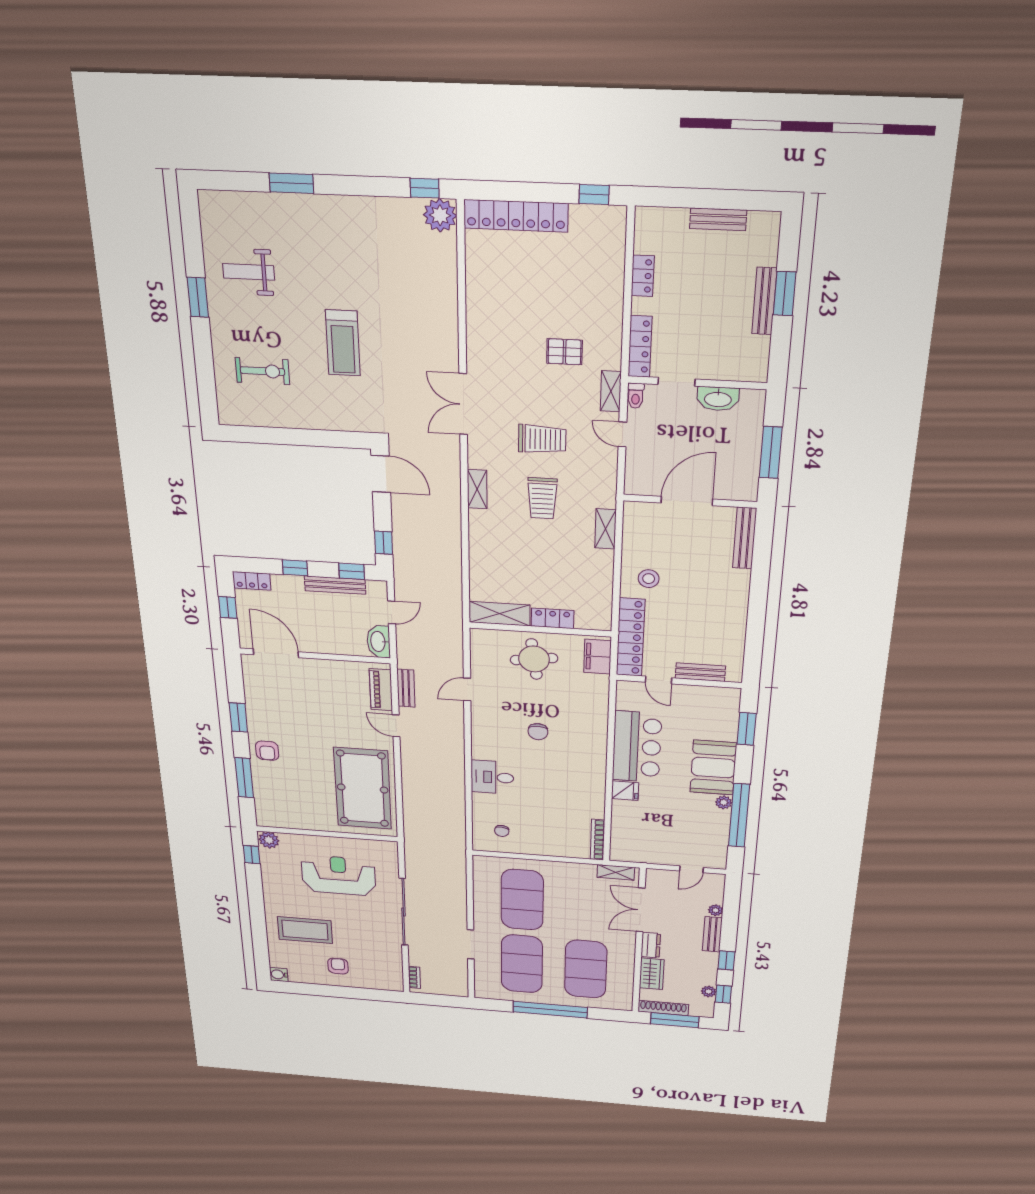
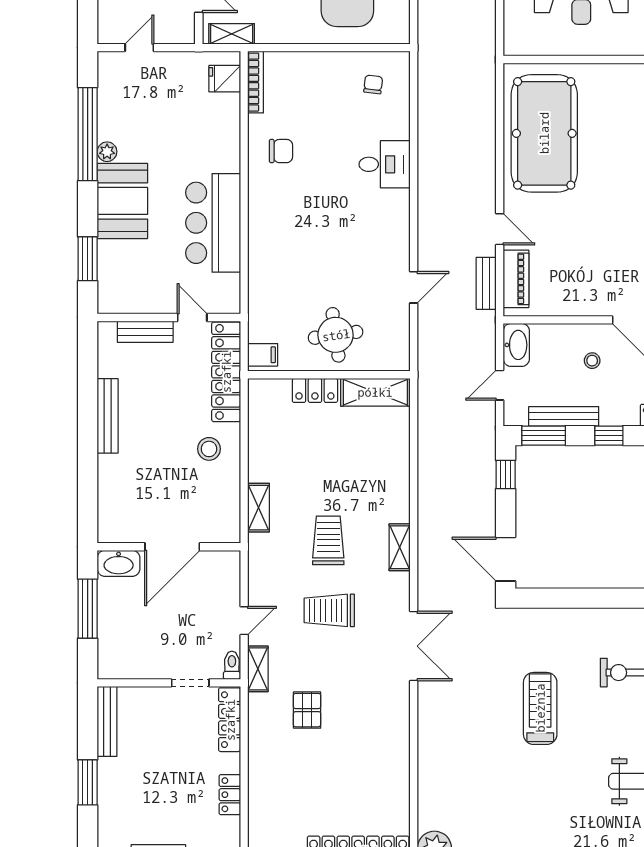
bench: (764, 301) -> (107, 721), moved
pallet: (565, 352) -> (307, 710), turned 90
washbasin: (718, 399) -> (119, 563), moved, turned 180
door: (622, 434) -> (244, 621), hinge flipped
bench: (745, 538) -> (108, 416), moved
window: (352, 571) -> (544, 436), width x1.50
stool: (313, 626) -> (592, 361), added
filing cabinet: (598, 657) -> (263, 355), width x0.50
chair: (538, 732) -> (281, 151), moved, turned 90
fridge: (625, 791) -> (225, 79), moved

